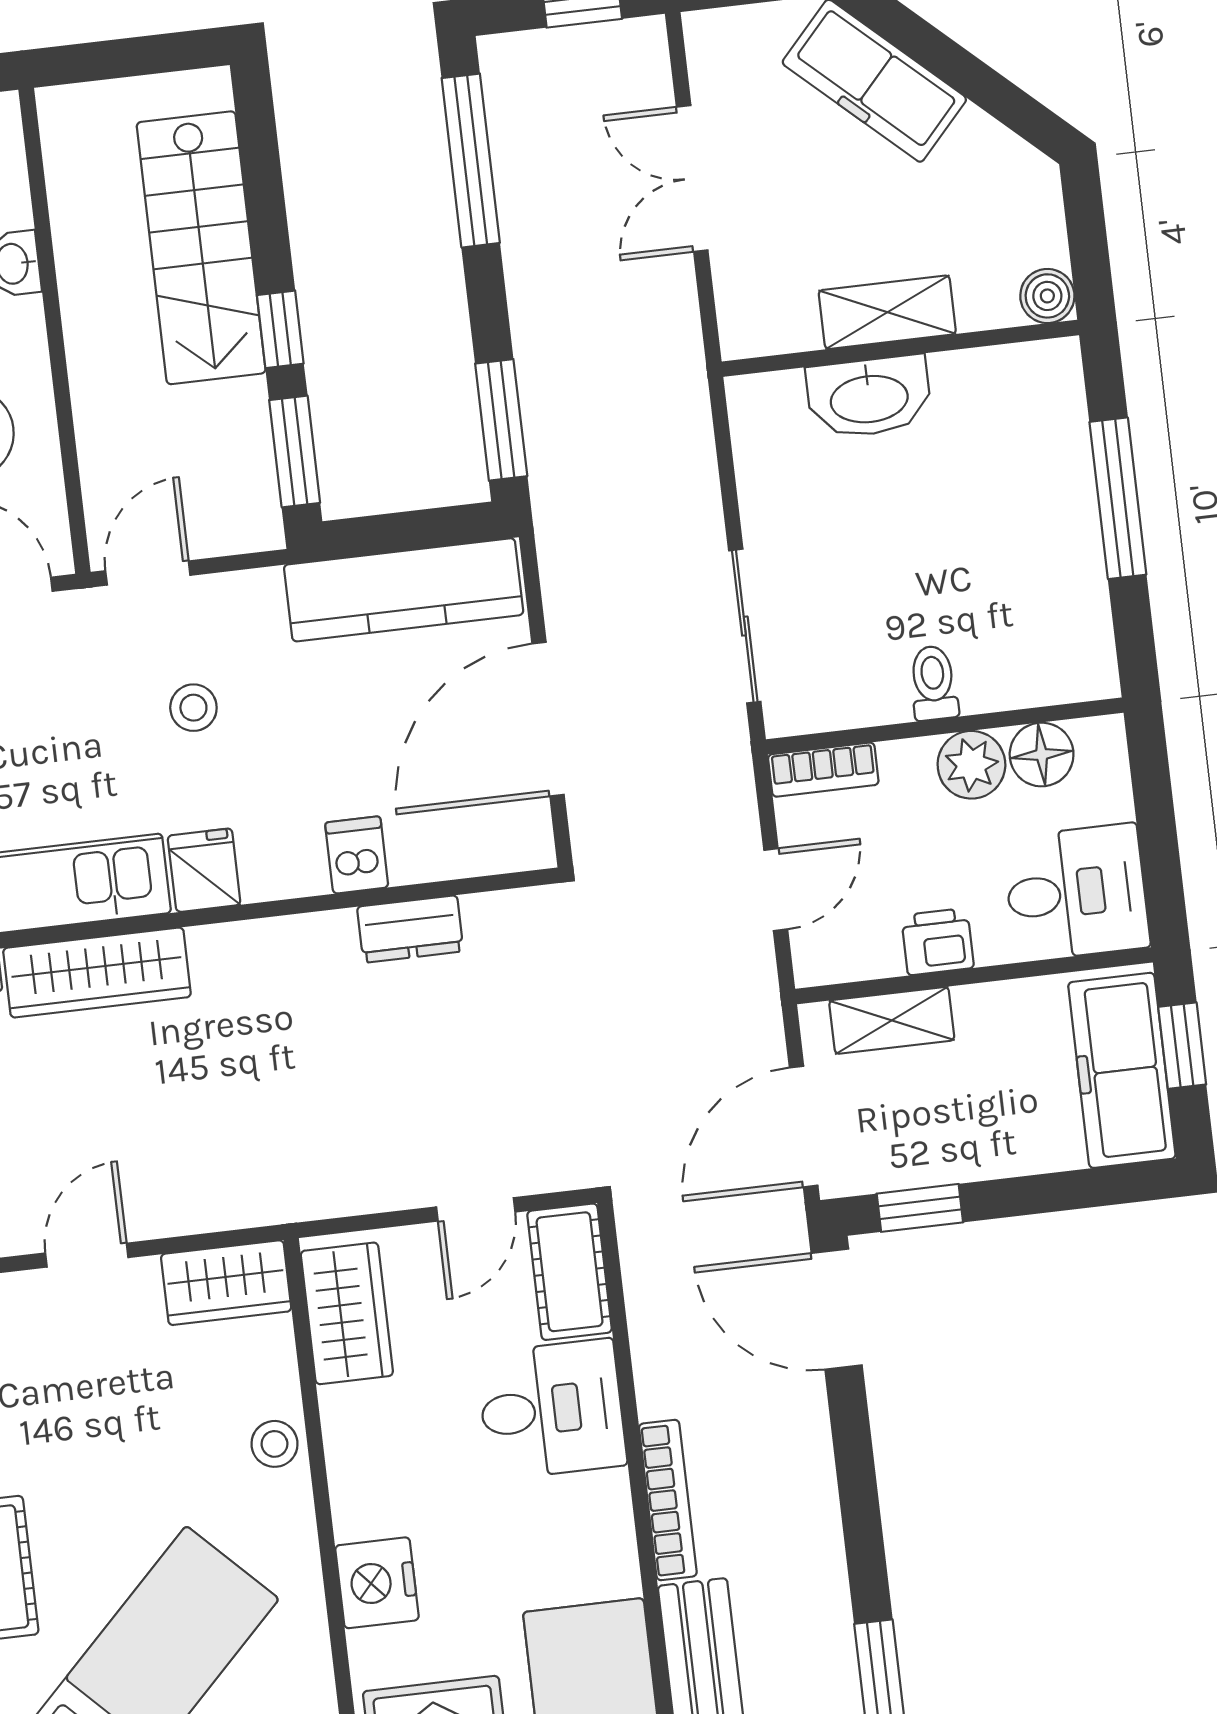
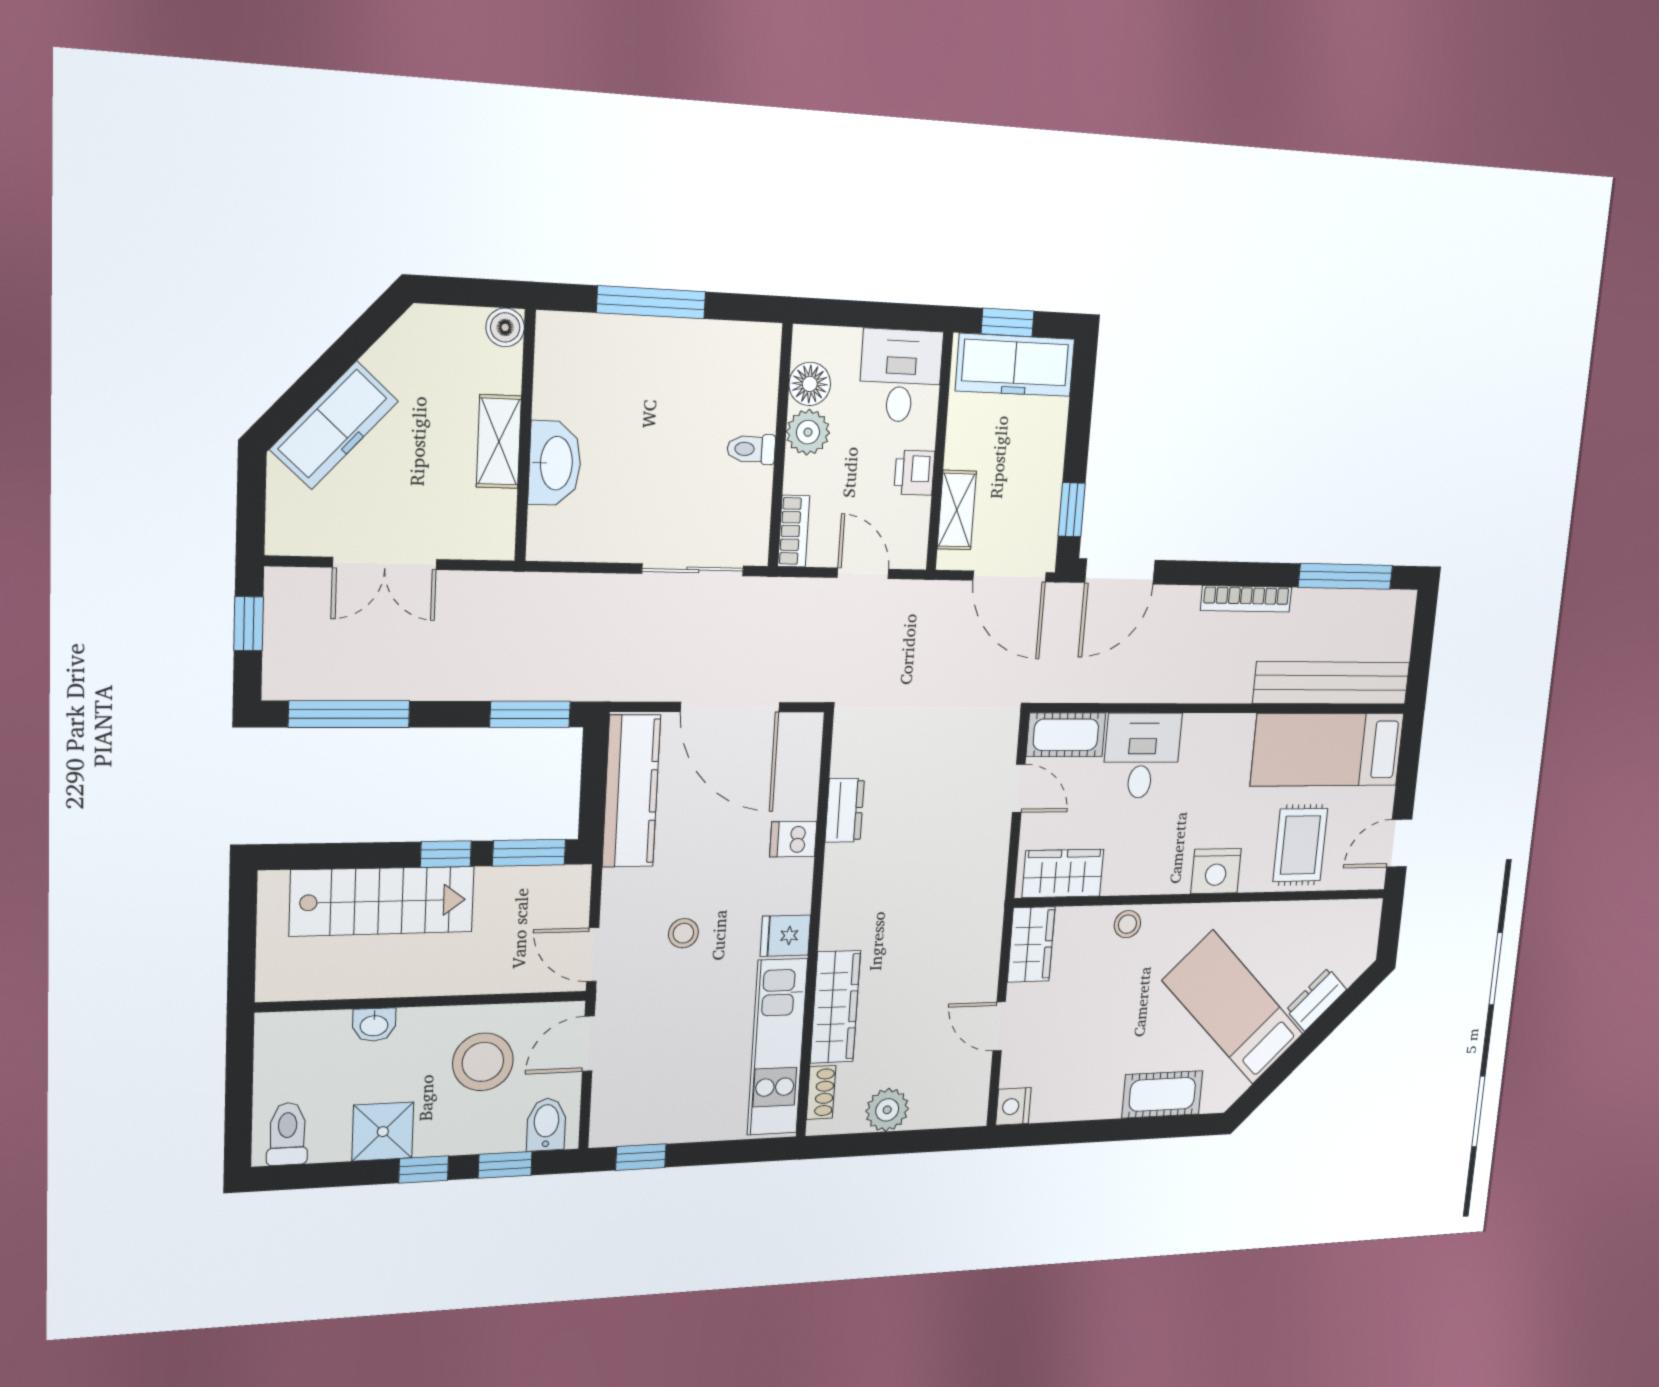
bookcase: (668, 1500) -> (1246, 599), moved, turned 180

